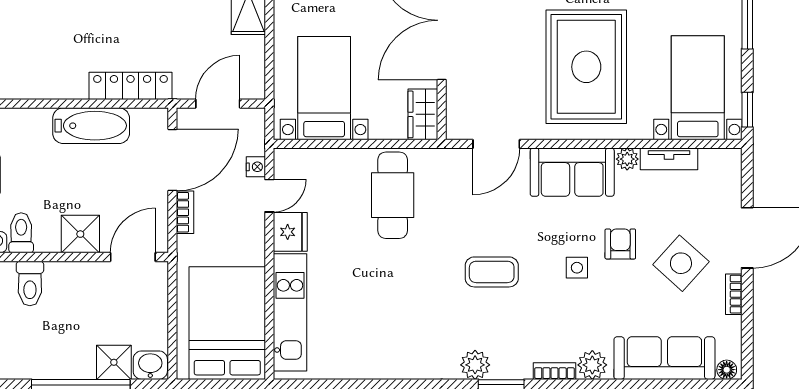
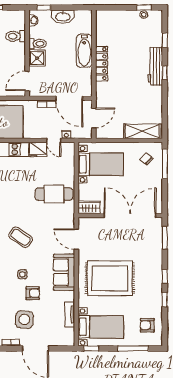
locker: (131, 86) -> (102, 64), moved
door: (218, 104) -> (94, 118), hinge flipped
bathtub: (91, 126) -> (84, 51), moved
plant: (627, 159) -> (70, 296), removed
toilet: (21, 233) -> (38, 44), moved
door: (133, 257) -> (27, 81), swing flipped
side table: (681, 263) -> (24, 320), turned -38
coffee table: (492, 272) -> (21, 237), turned -56

